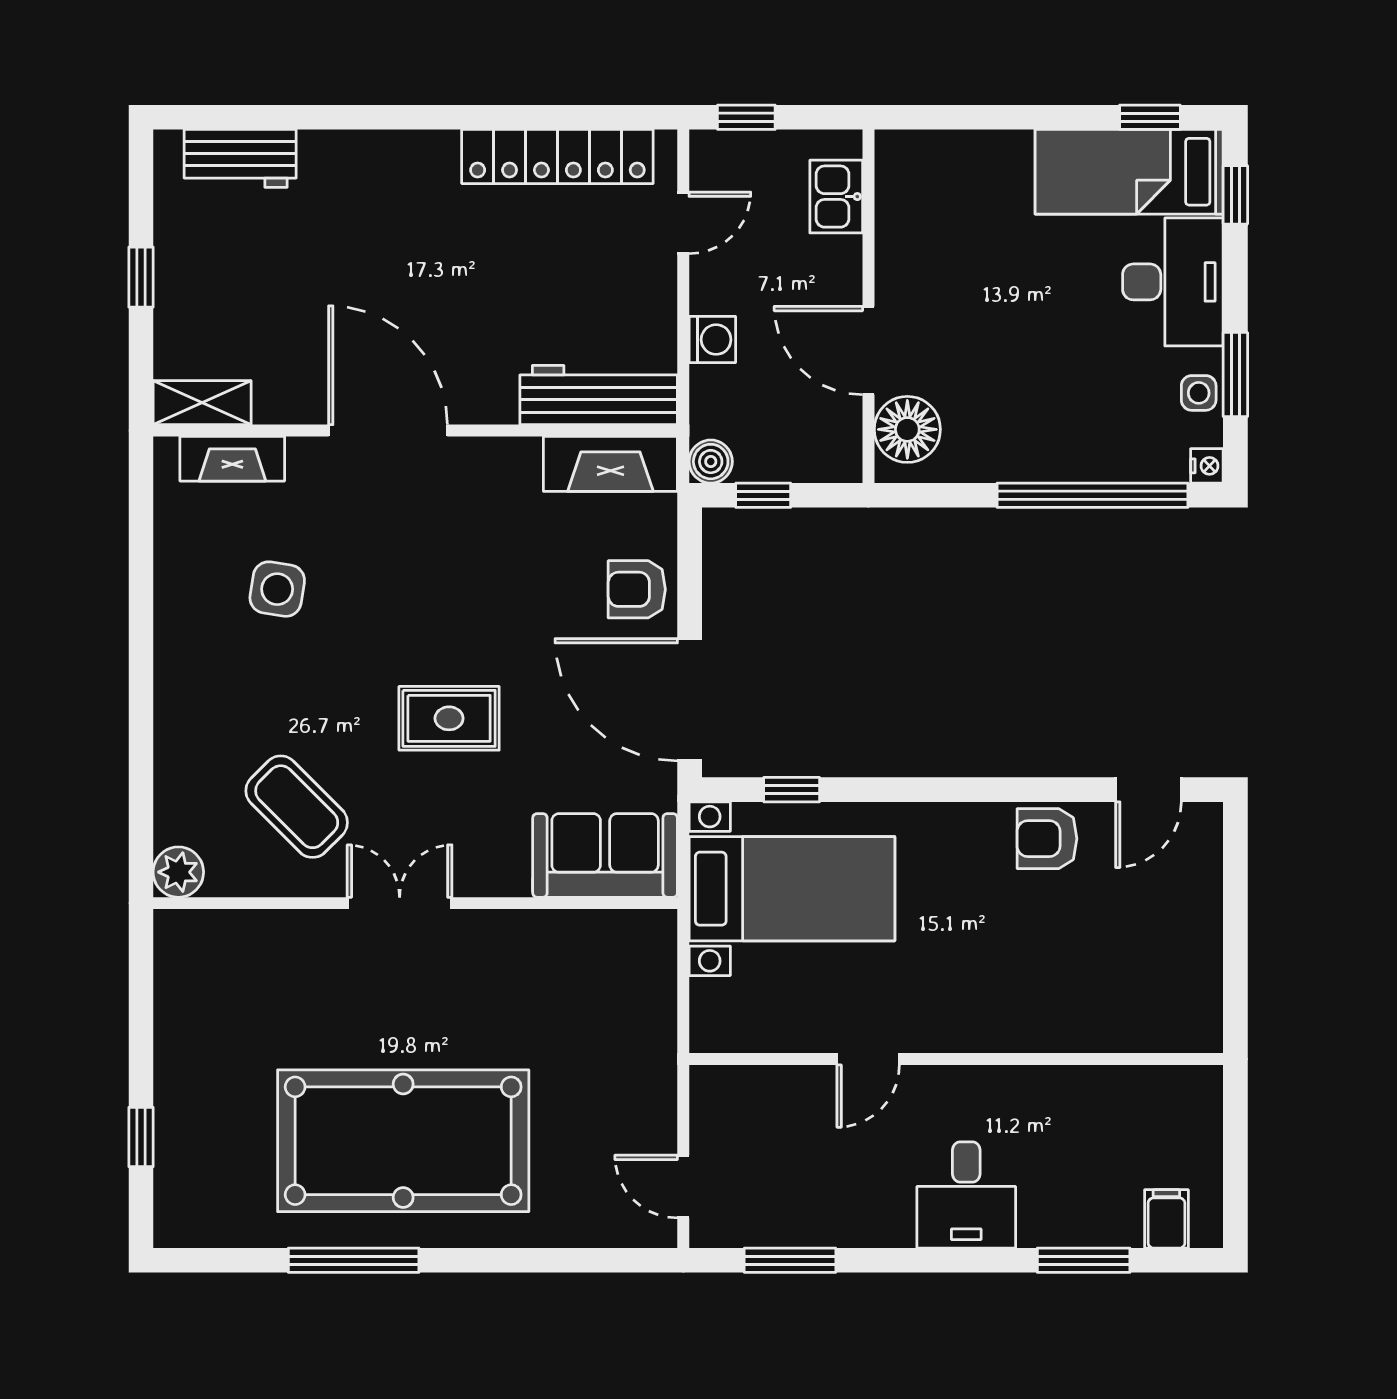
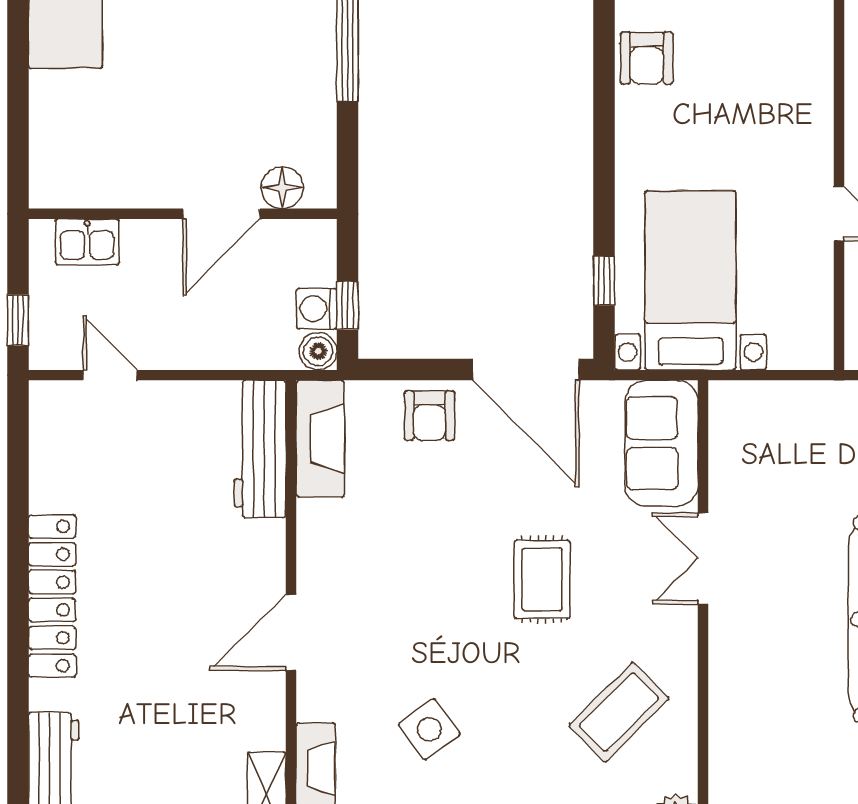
locker: (557, 156) -> (52, 596), moved
washing machine: (712, 340) -> (317, 309), moved, turned -90
floor lamp: (907, 429) -> (282, 188), width x0.73, depth x0.73
door: (388, 430) -> (291, 633), width x0.73
side table: (277, 589) -> (429, 729), turned 45
door: (690, 700) -> (526, 370), hinge flipped
double door: (400, 903) -> (703, 559), moved

